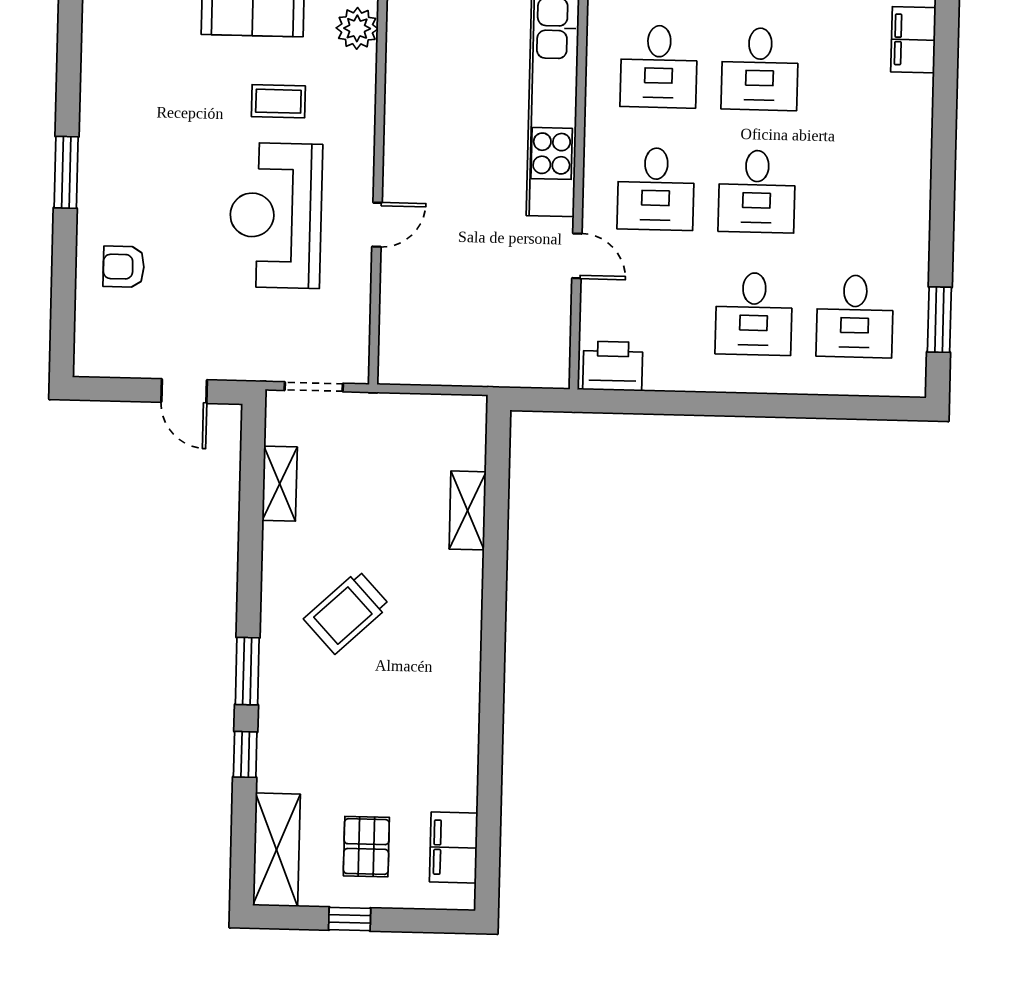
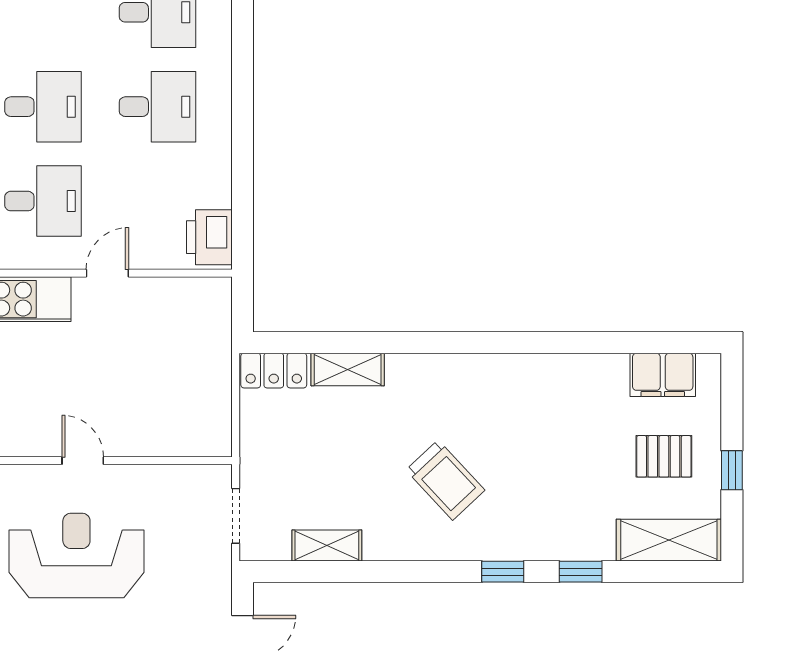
reception desk: (276, 215) -> (76, 555), turned 180
locker: (468, 431) -> (274, 371), added
window: (247, 671) -> (503, 572), width x0.67

